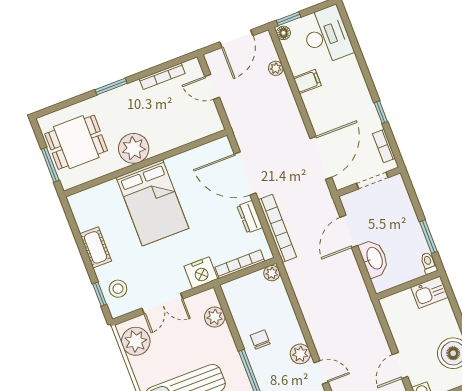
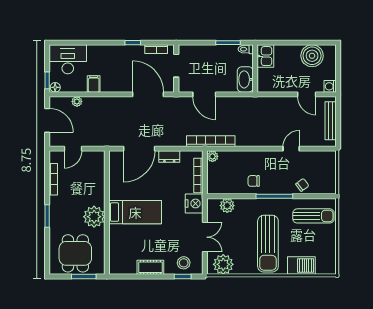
bed: (152, 203) -> (135, 212), width x0.67
bookcase: (277, 228) -> (211, 141), moved
washbasin: (374, 258) -> (245, 79), moved, turned -90
plant: (300, 354) -> (274, 158), removed

